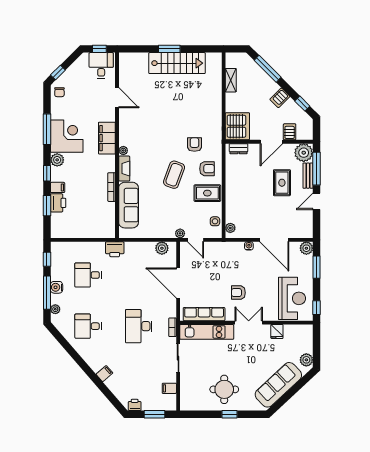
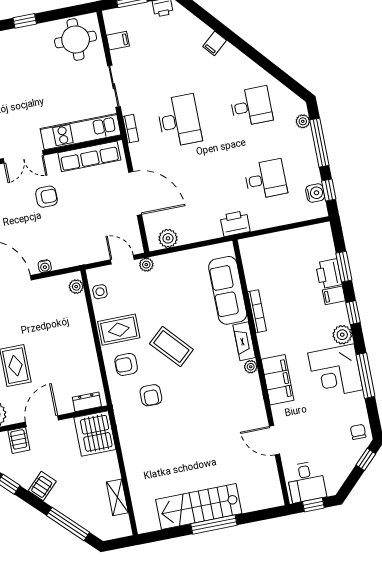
window: (169, 49) -> (214, 525), width x1.44
coffee table: (174, 175) -> (171, 347), turned -62
water cooler: (57, 287) -> (315, 193), moved
round table: (224, 389) -> (76, 40), moved

